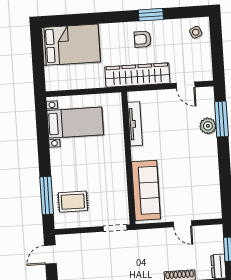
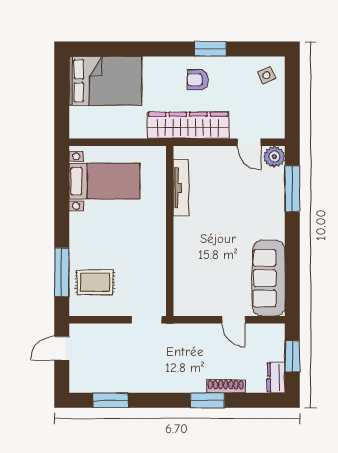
plant: (208, 126) -> (274, 157), moved
sofa: (146, 190) -> (269, 278), moved, turned 180

